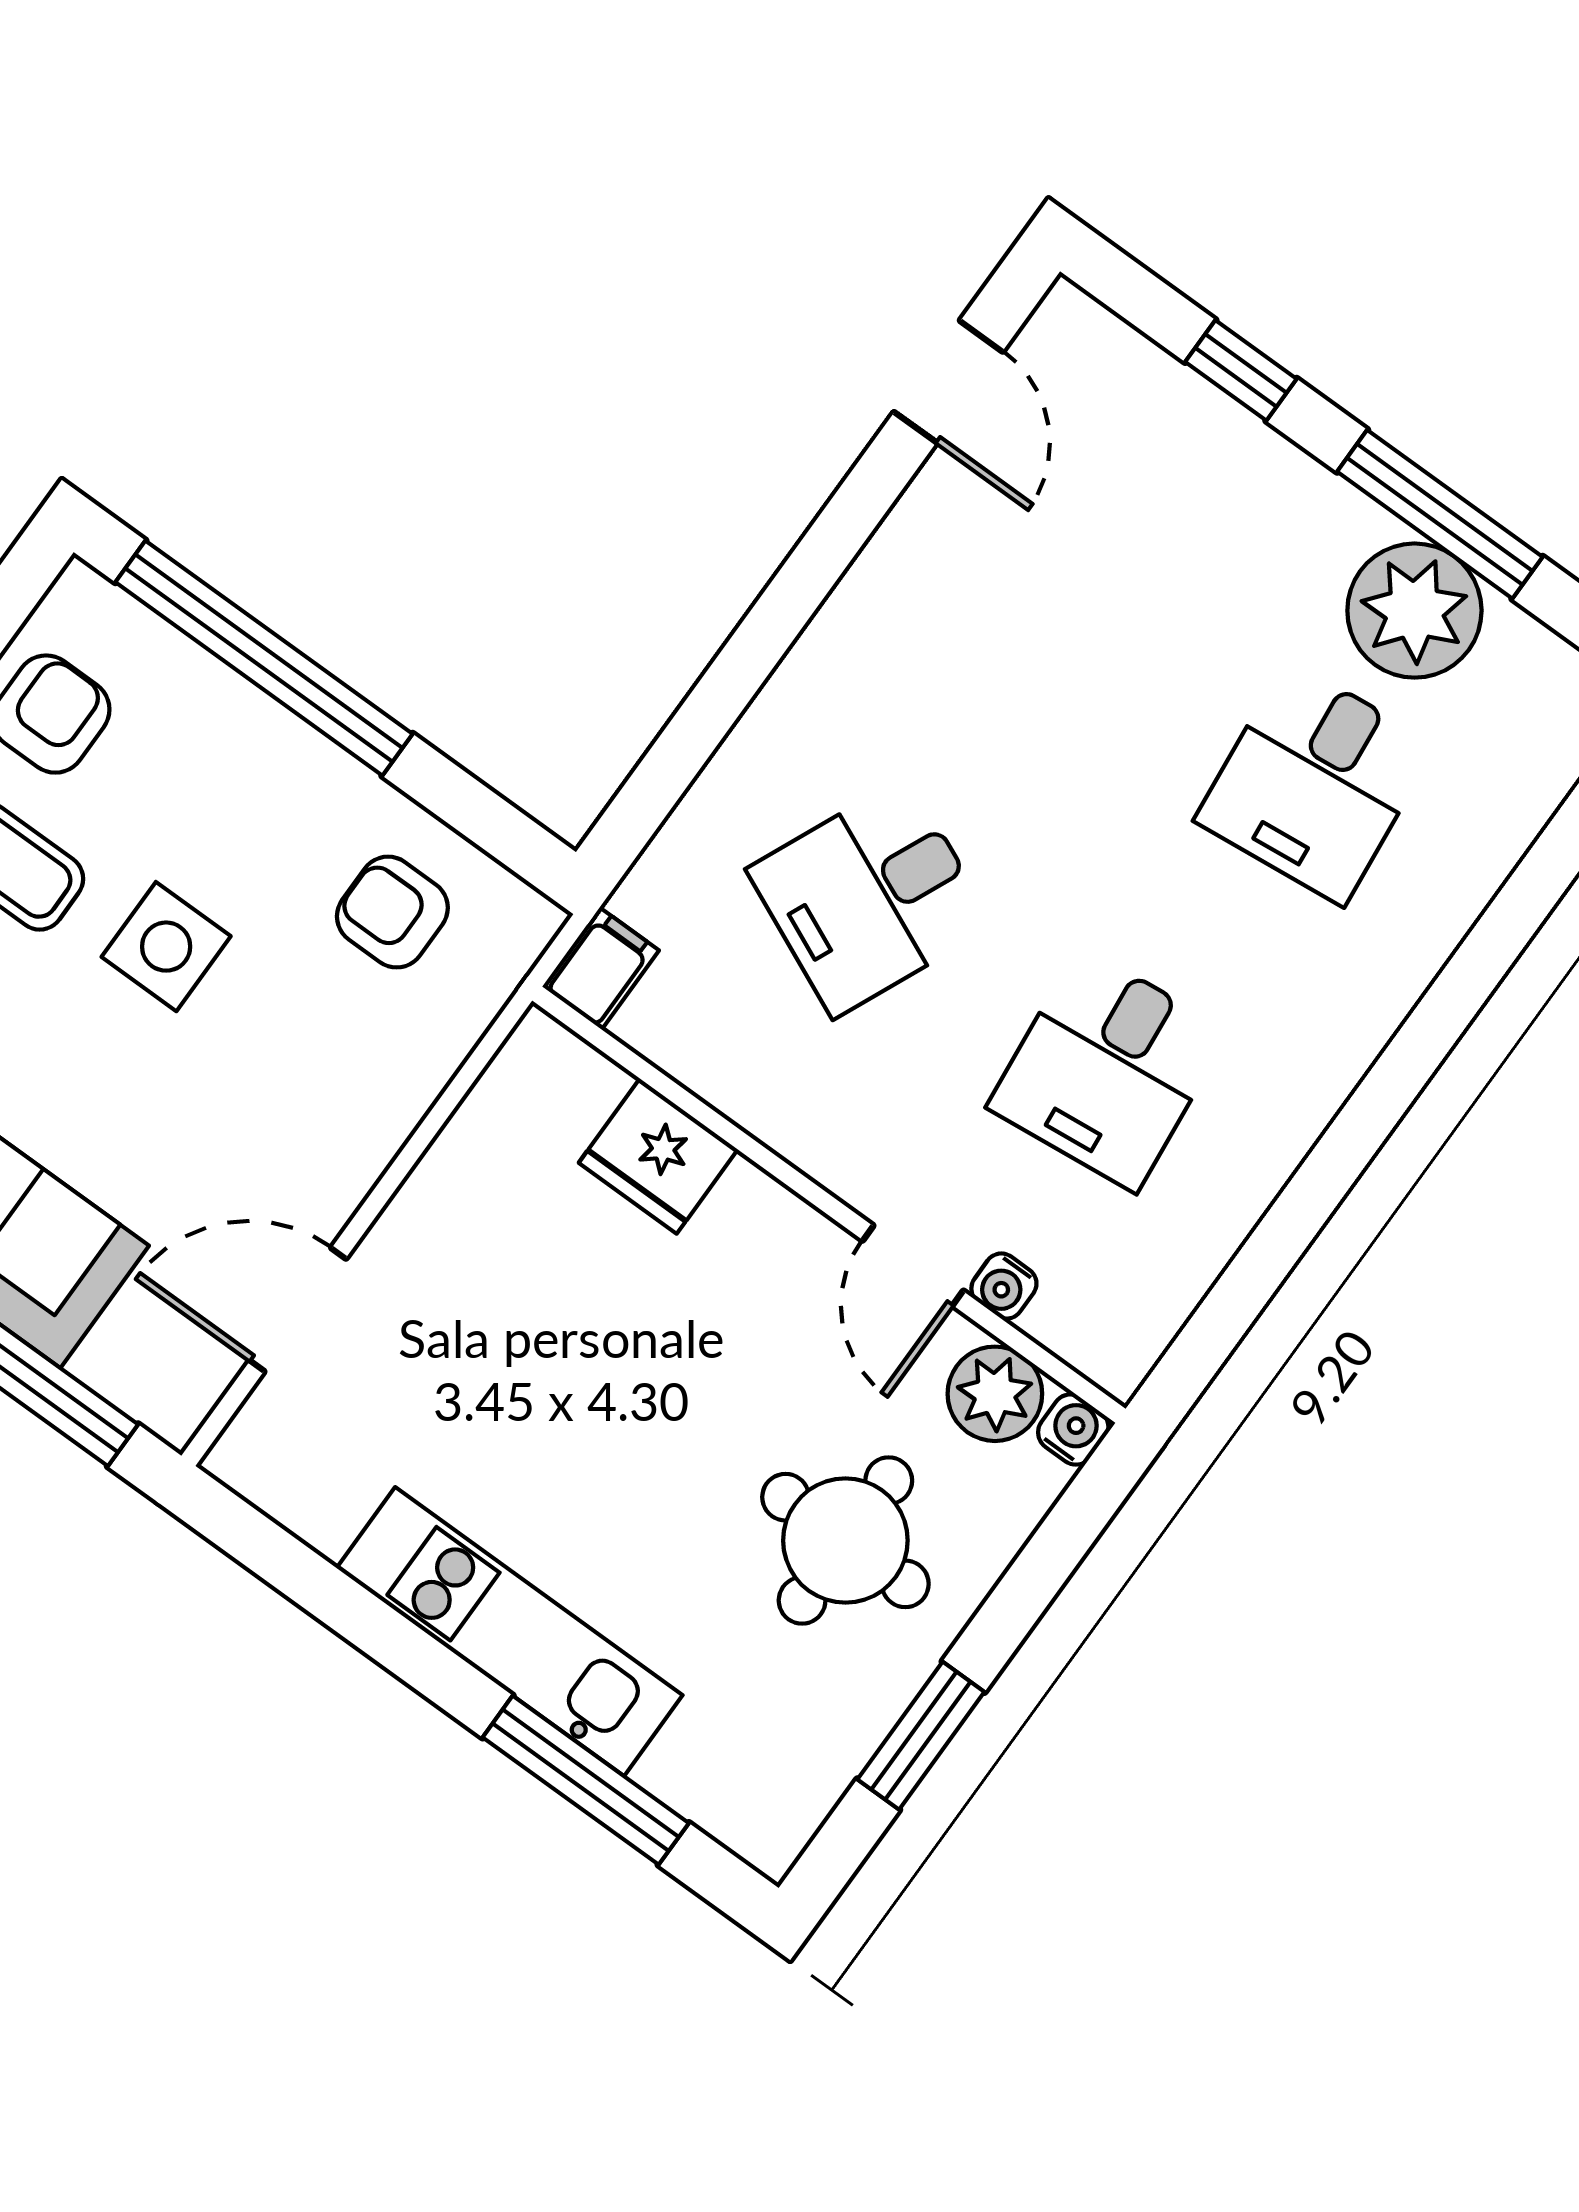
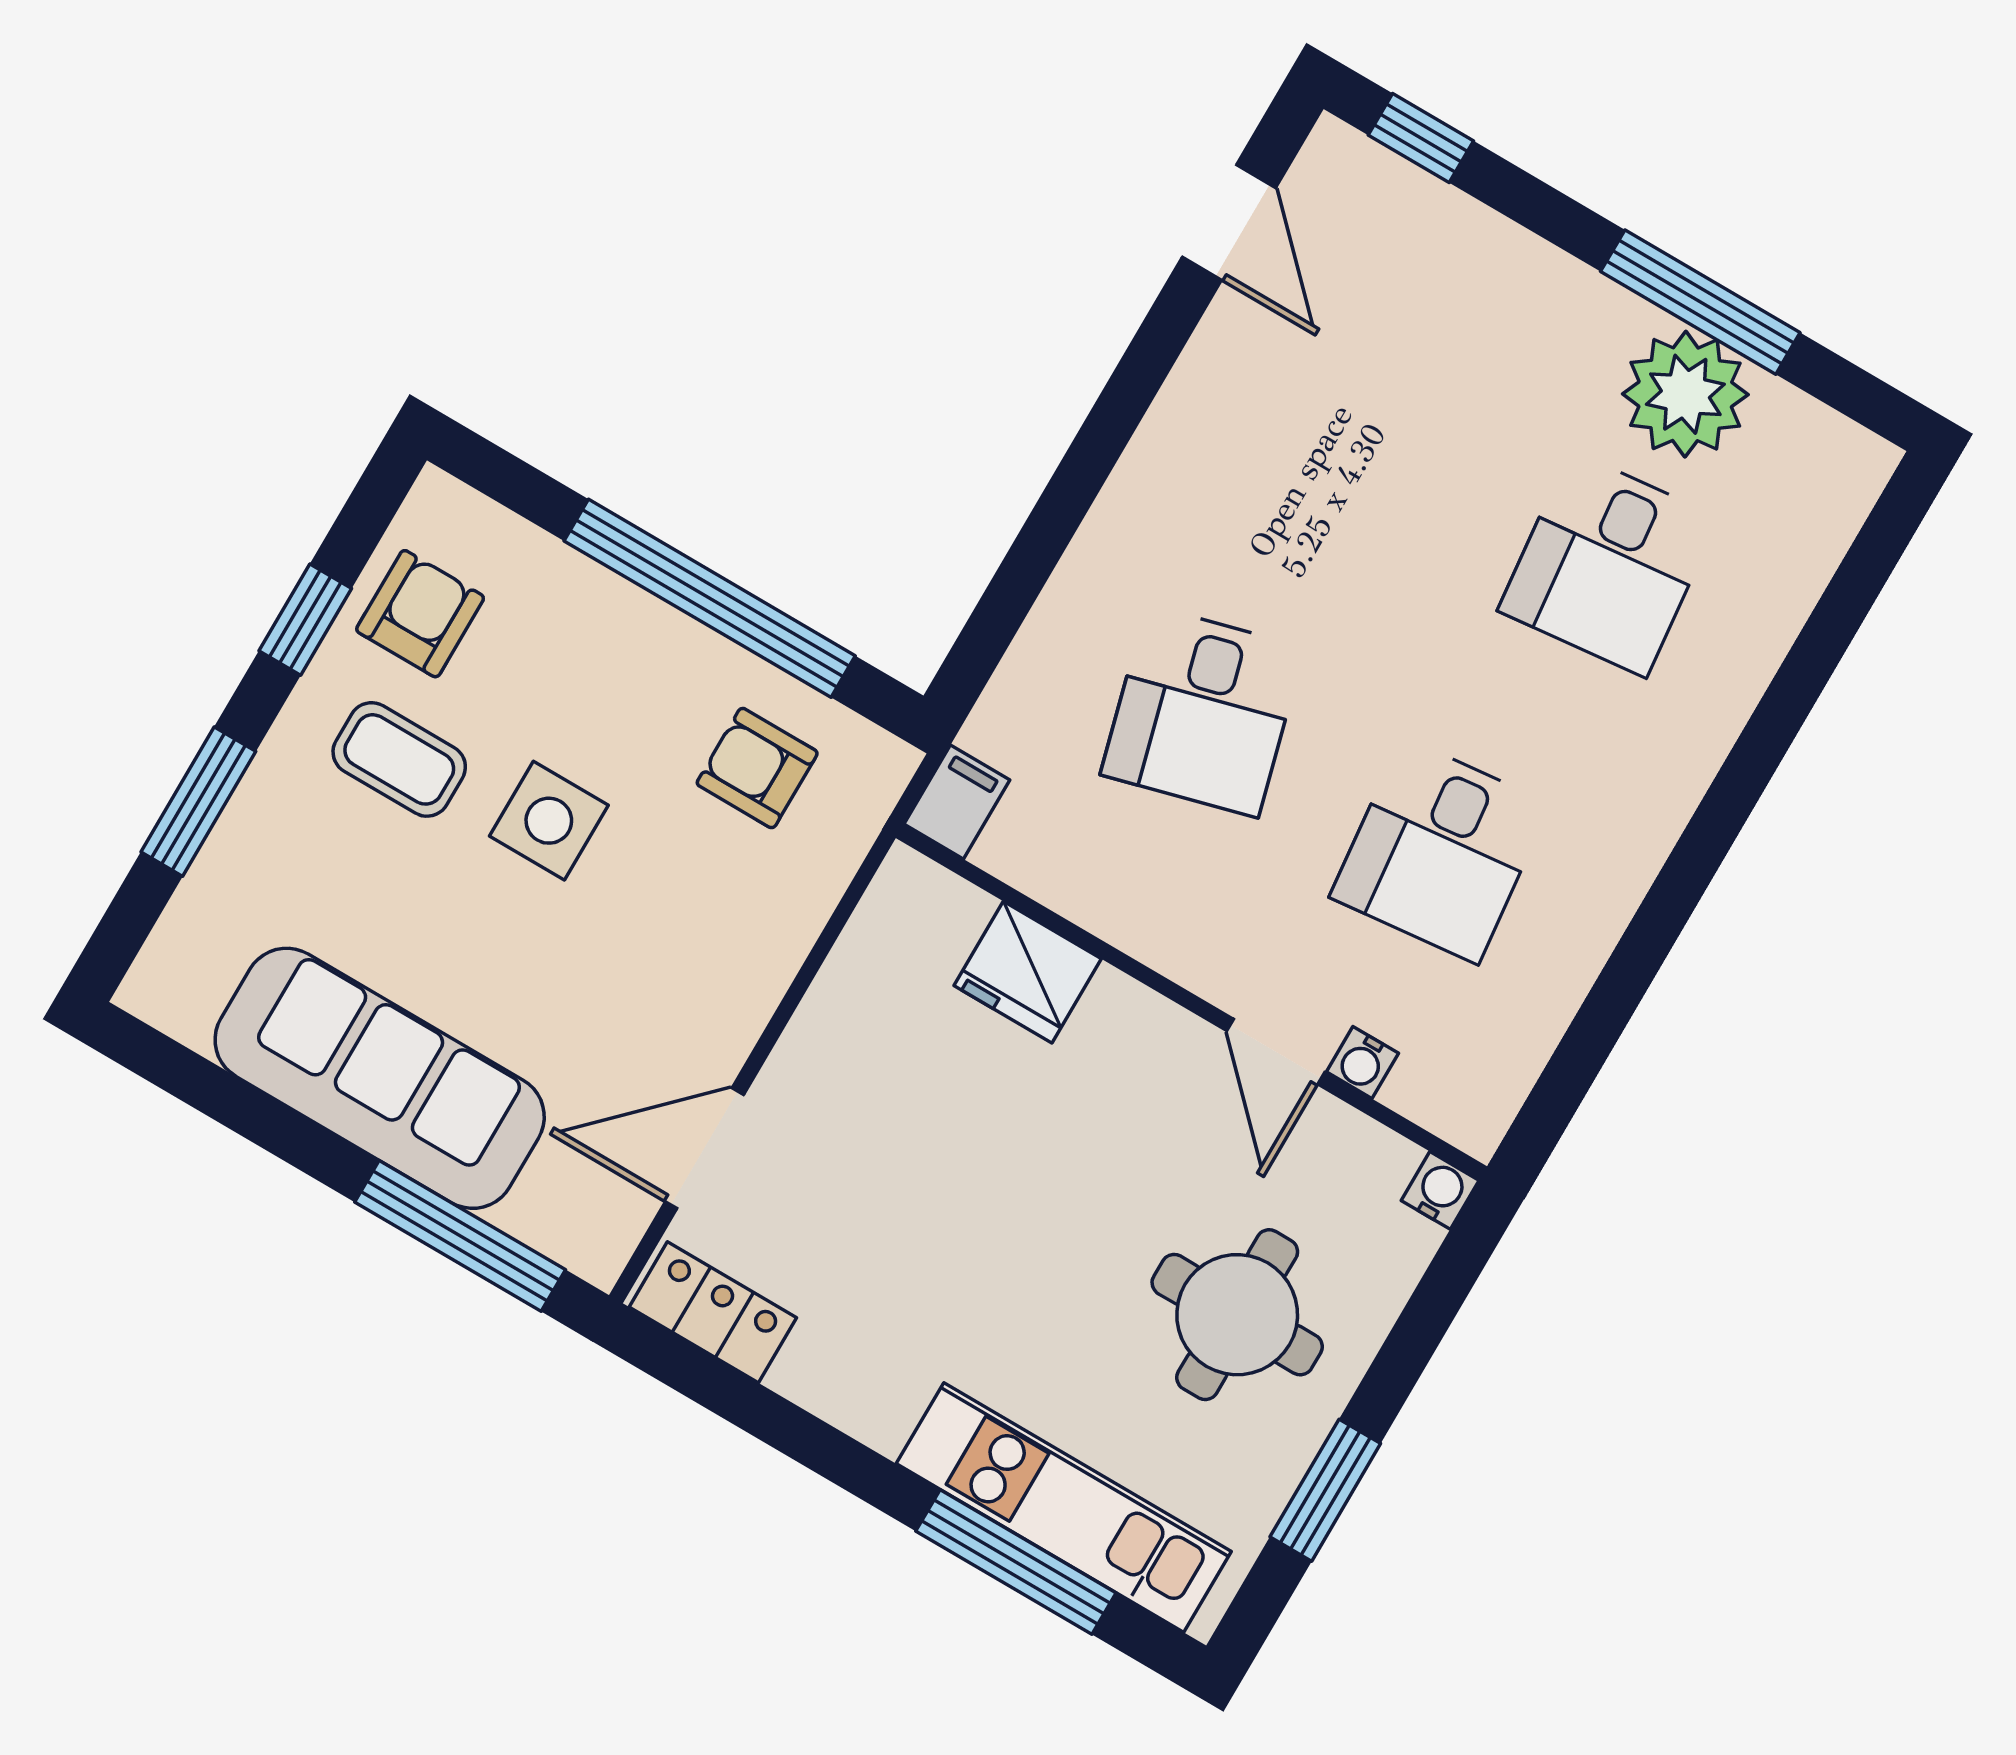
window: (1241, 370) -> (1421, 138), moved
window: (264, 658) -> (710, 598), moved
desk: (870, 897) -> (1203, 711), turned -39
plant: (995, 1394) -> (1364, 1164), removed
locker: (290, 1485) -> (713, 1312), added
kitchen unit: (510, 1632) -> (1064, 1508), moved

